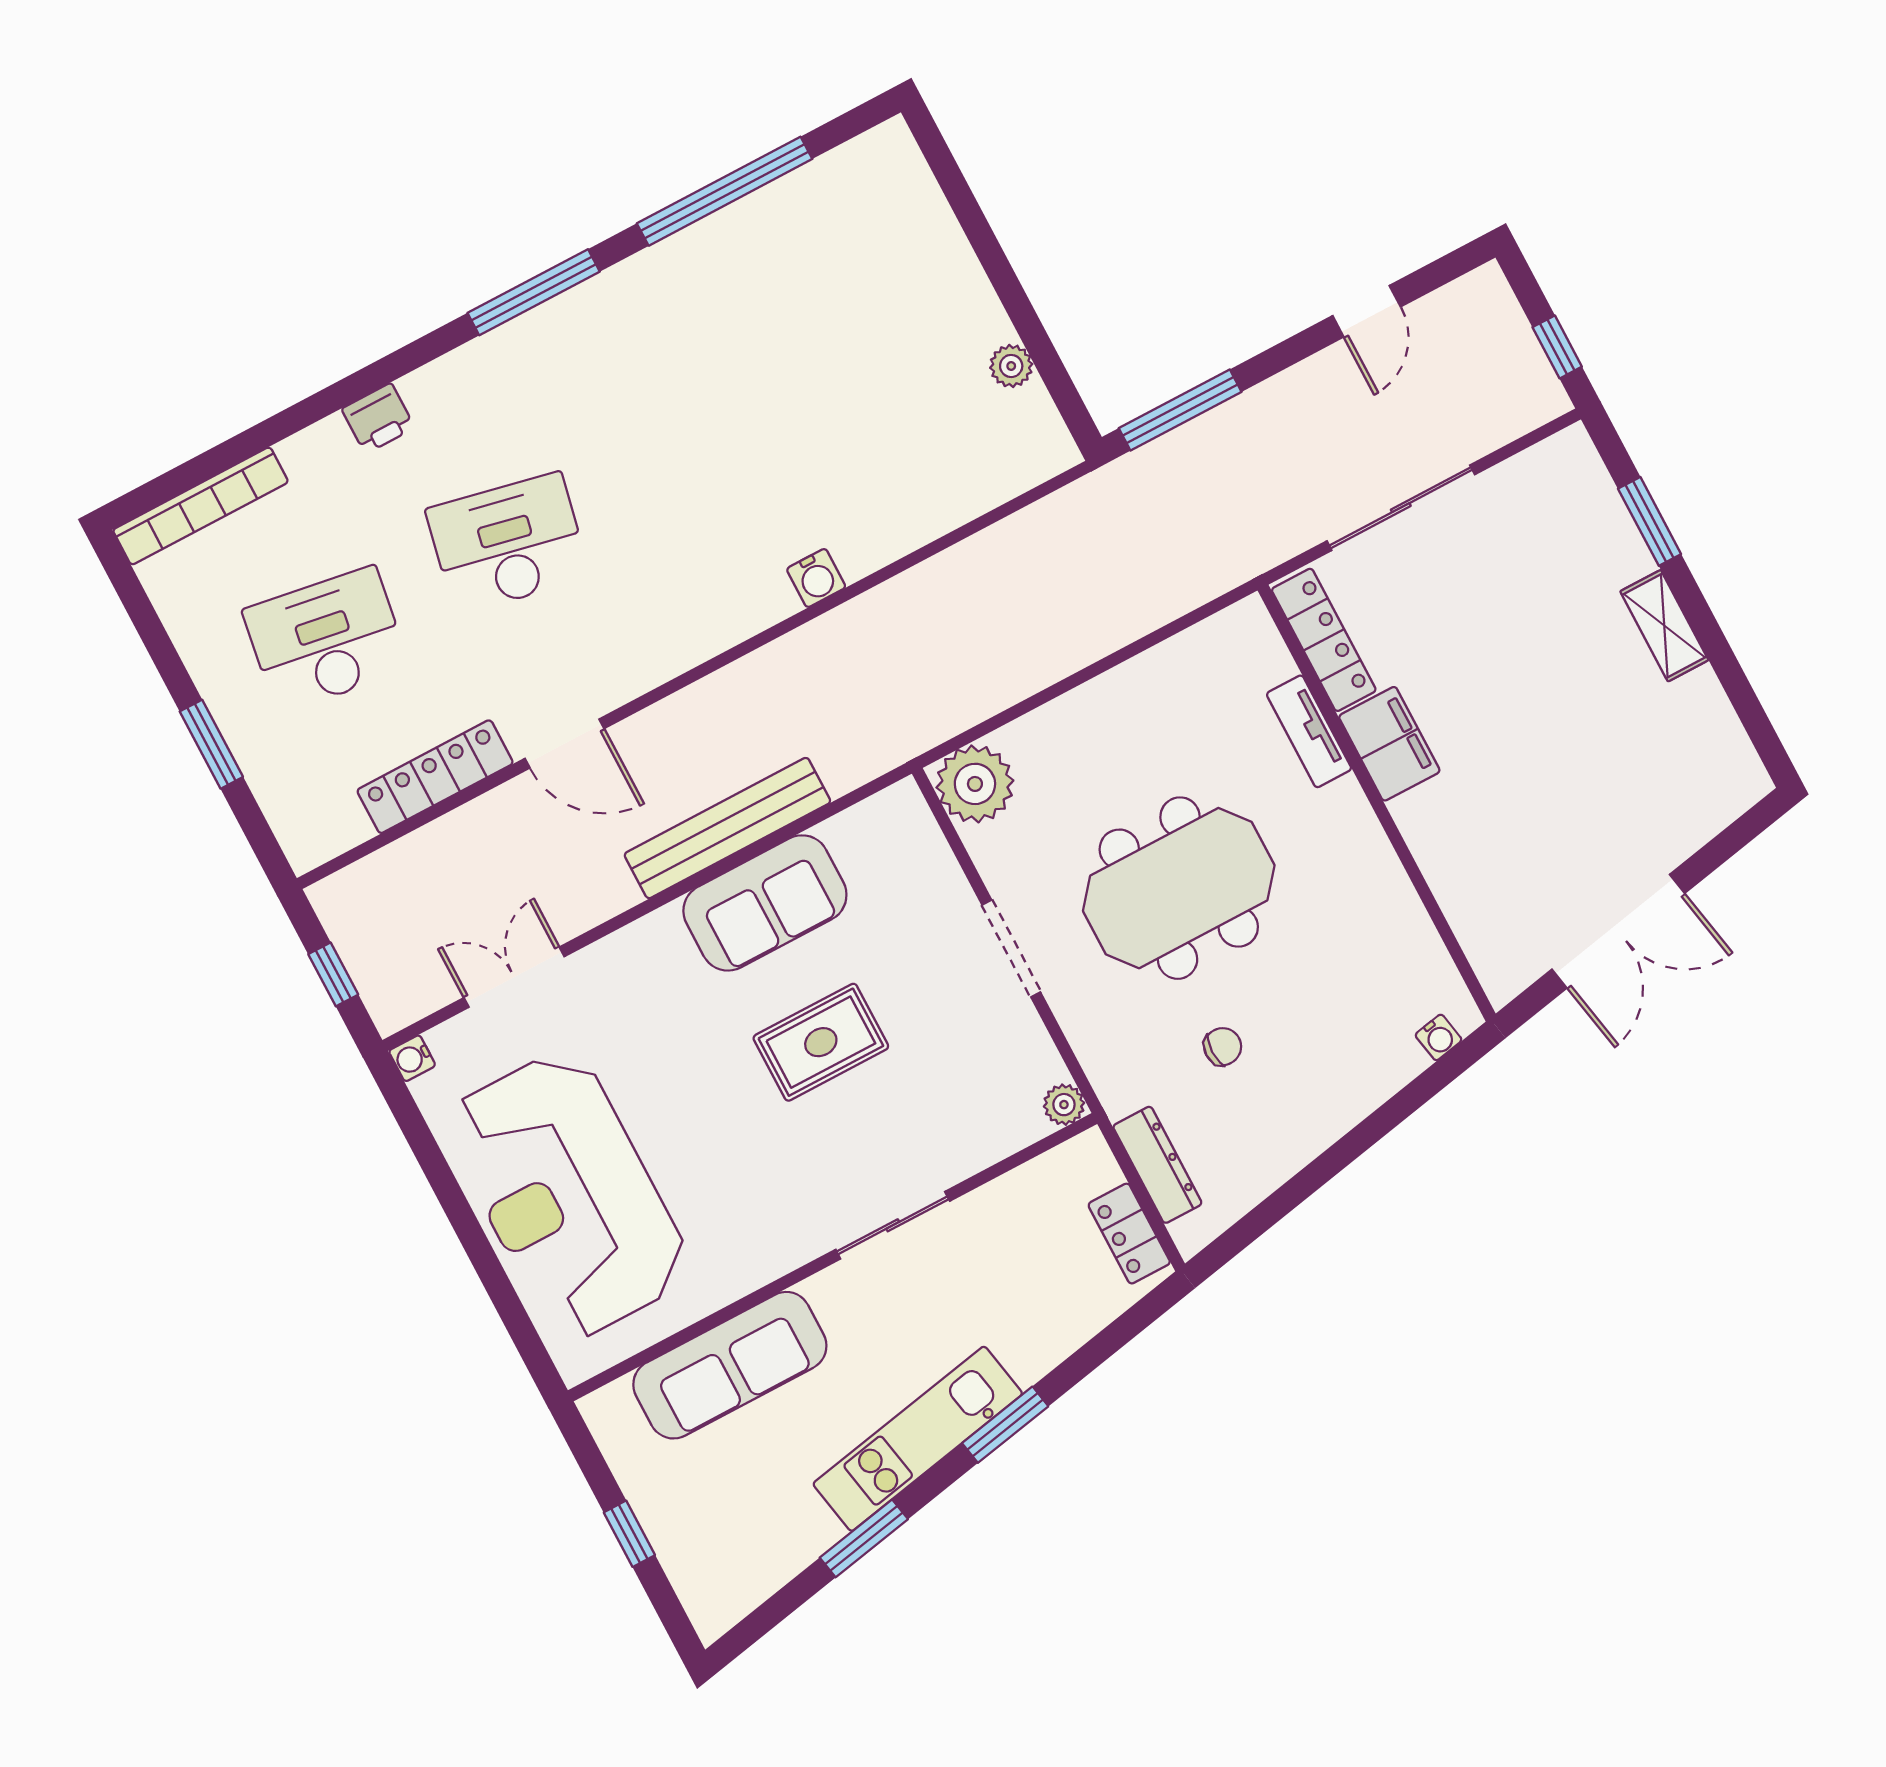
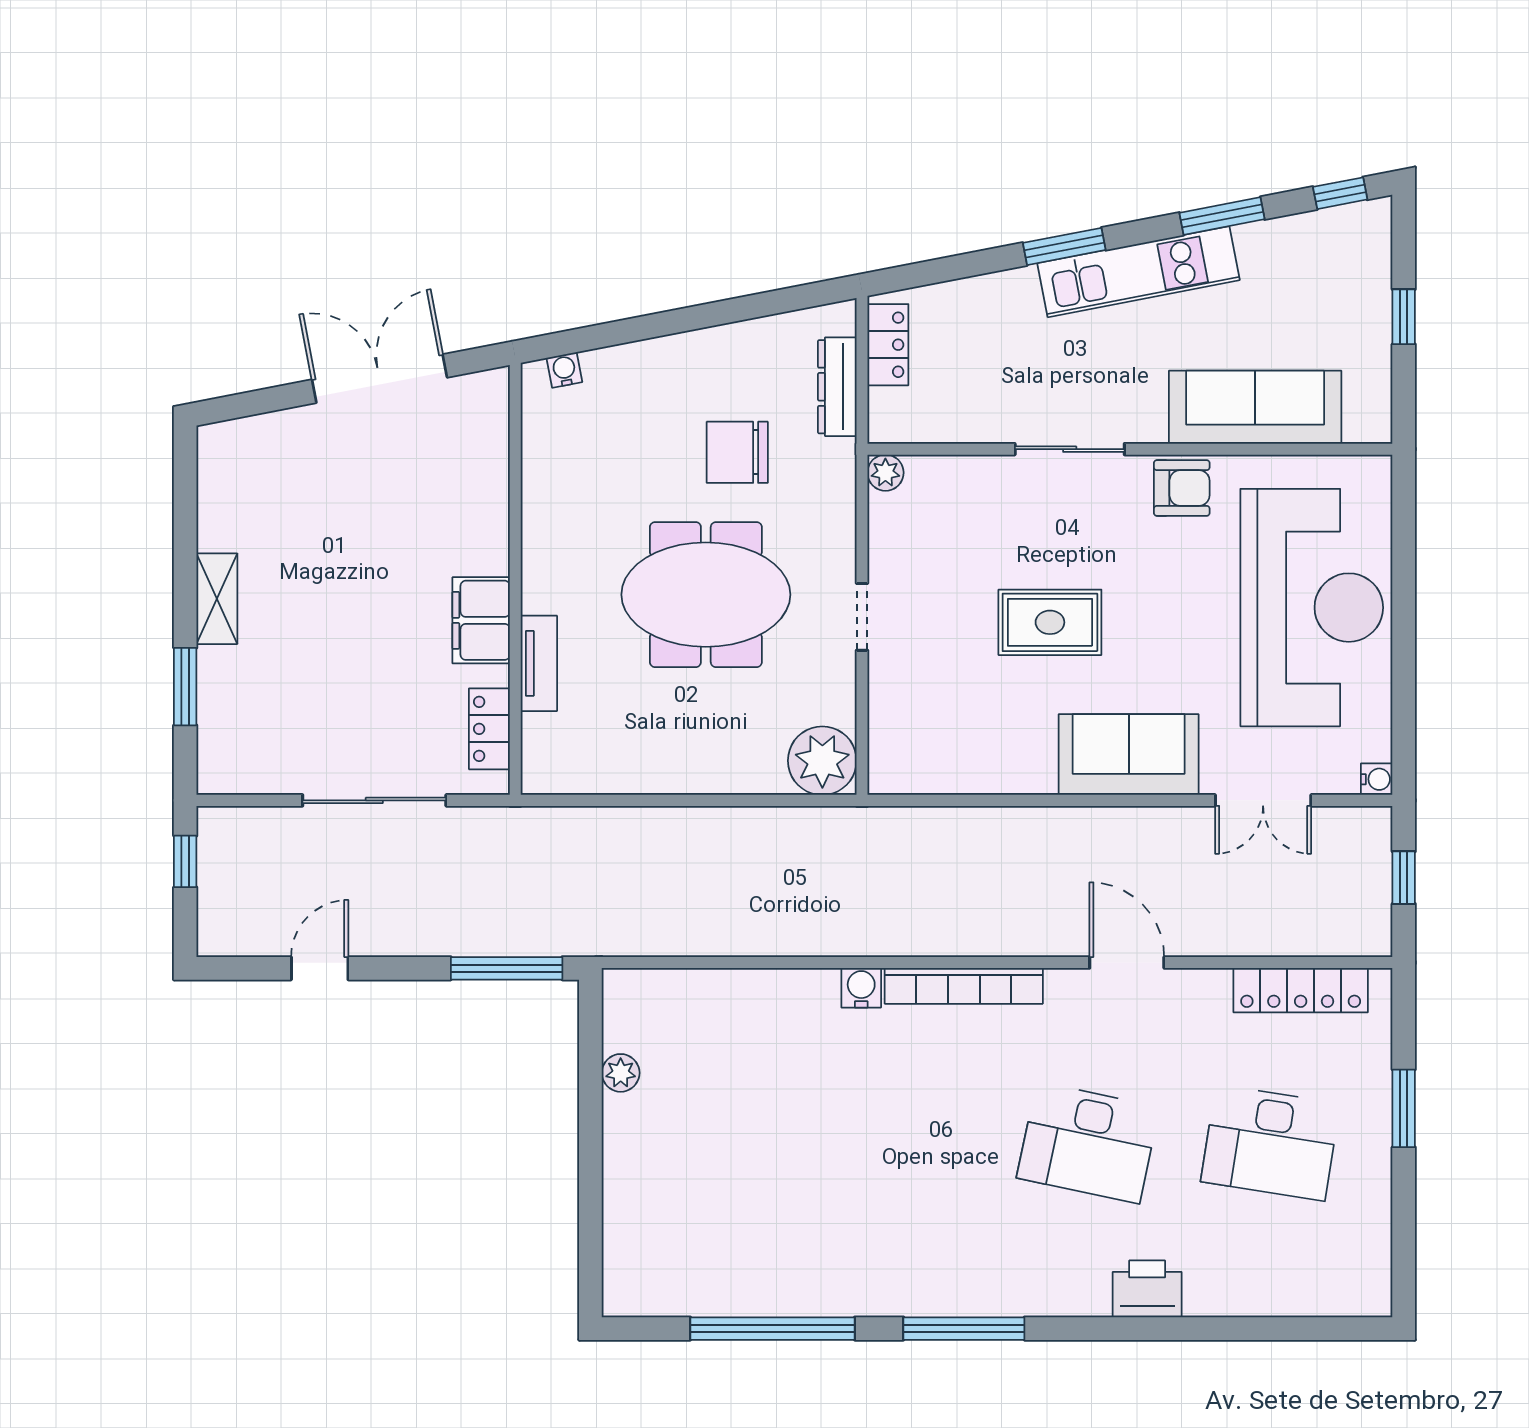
printer: (378, 418) -> (1147, 1289), width x1.36, depth x1.24
bookcase: (201, 506) -> (964, 986), moved, turned 180
locker: (1324, 640) -> (489, 729), width x0.66
locker: (435, 777) -> (1301, 990), moved
bench: (727, 828) -> (1034, 829), removed
sofa: (765, 903) -> (1129, 755), moved
doorway: (1011, 948) -> (862, 617), width x0.73
chair: (1223, 1047) -> (737, 452), width x1.87, depth x1.87
armchair: (760, 1246) -> (1182, 488), added
window: (758, 1624) -> (1340, 193), added

